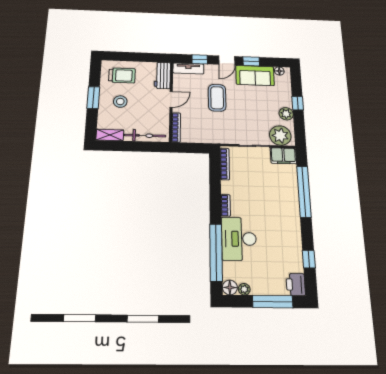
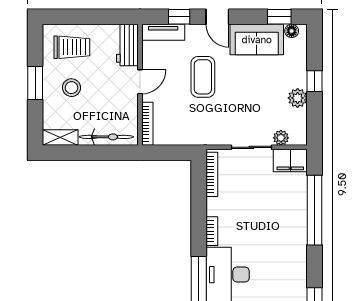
door: (227, 60) -> (217, 17), hinge flipped
window: (251, 61) -> (279, 17), moved
plant: (280, 136) -> (281, 138), width x0.53, depth x0.53

